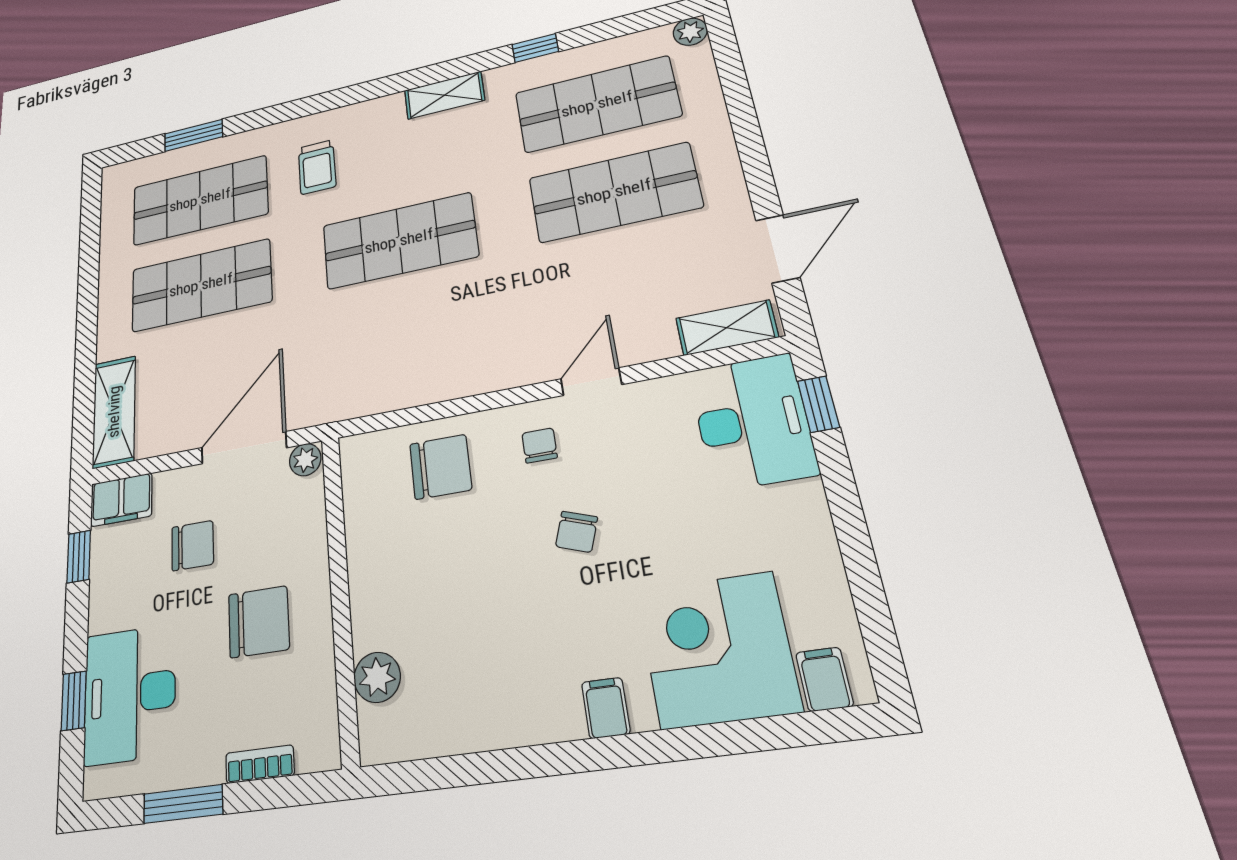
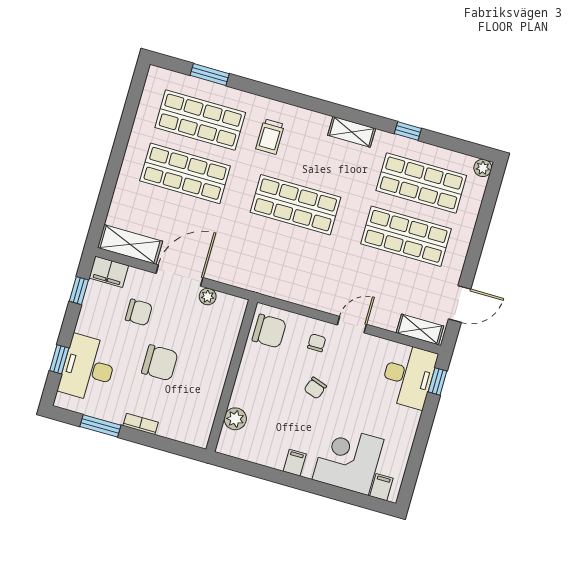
shelving: (114, 412) -> (130, 244), moved, turned 90
wall: (340, 594) -> (232, 376), moved
plant: (377, 677) -> (235, 419), moved

